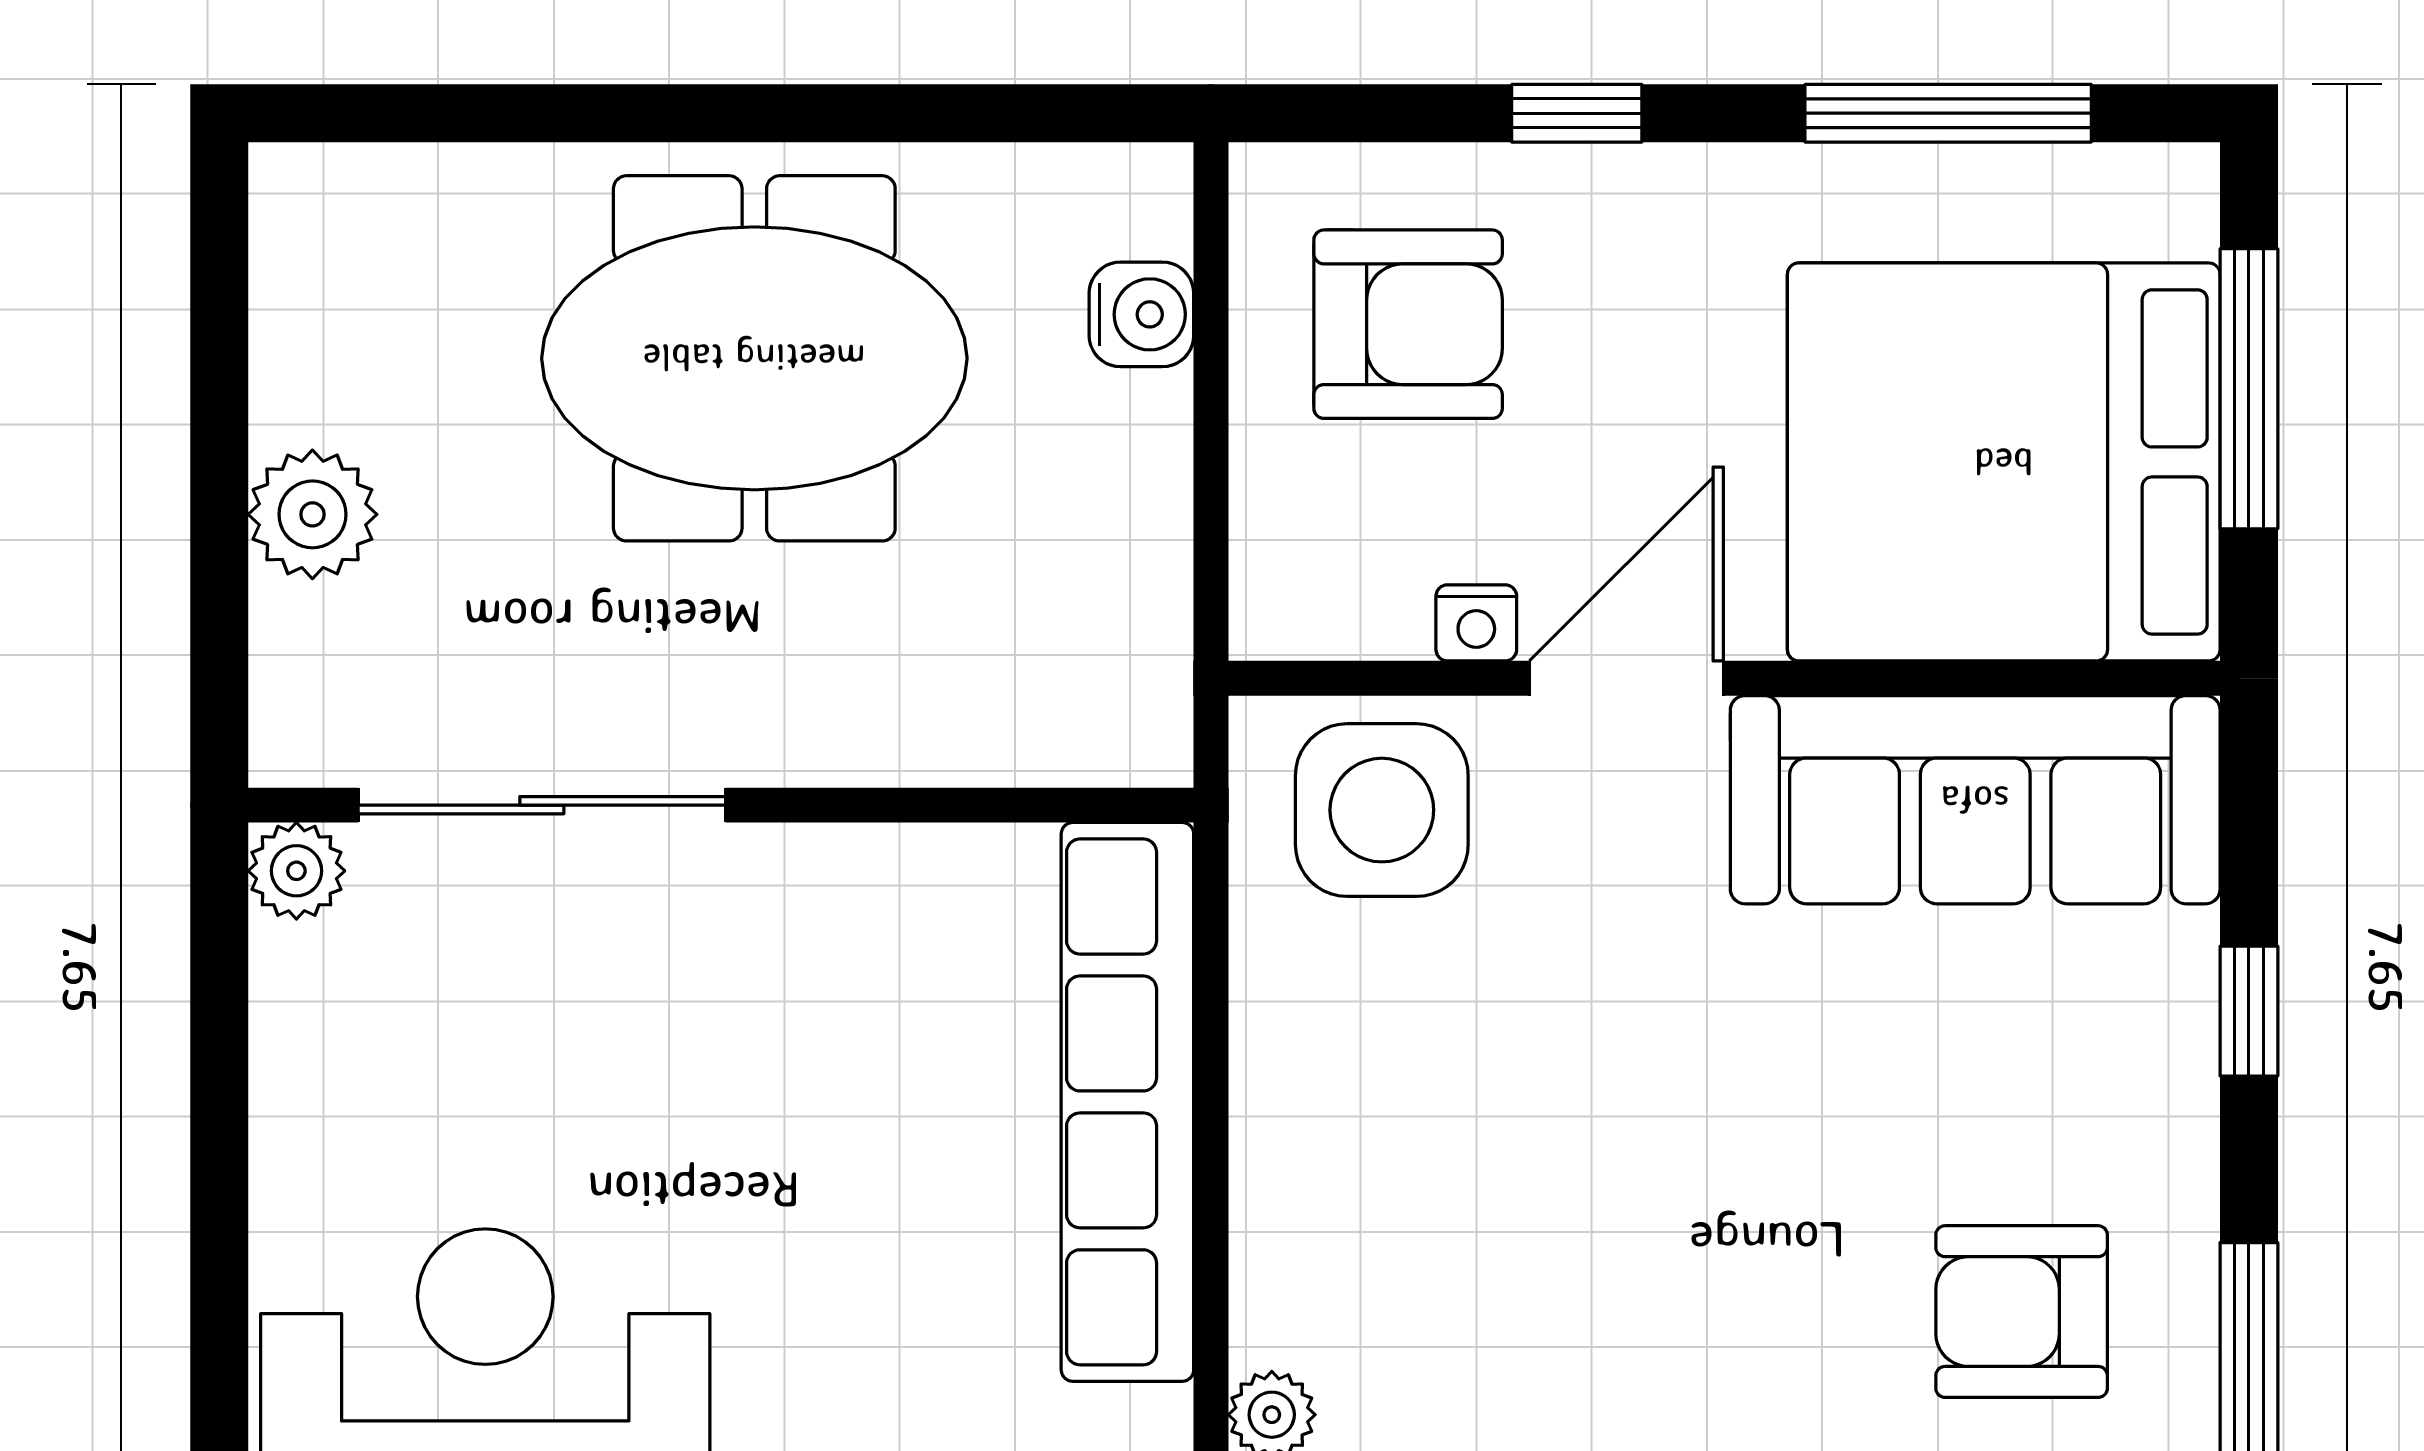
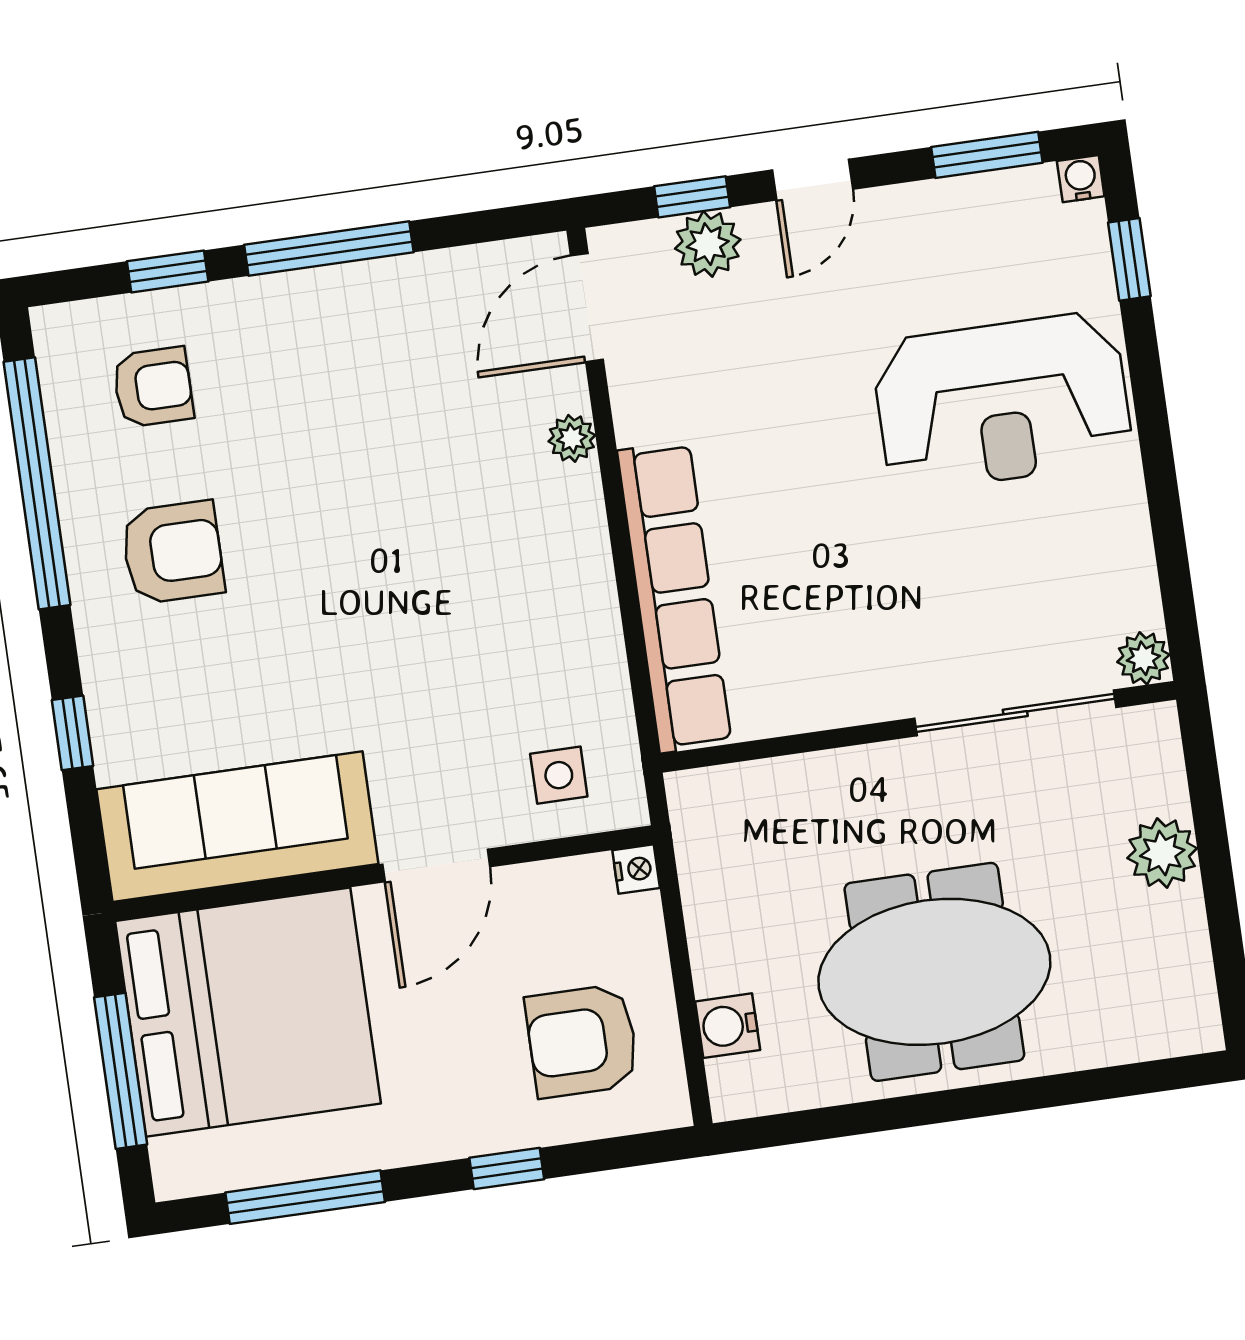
nightstand: (1476, 623) -> (636, 869), moved, turned 90
side table: (1382, 810) -> (559, 775), width x0.54, depth x0.54

